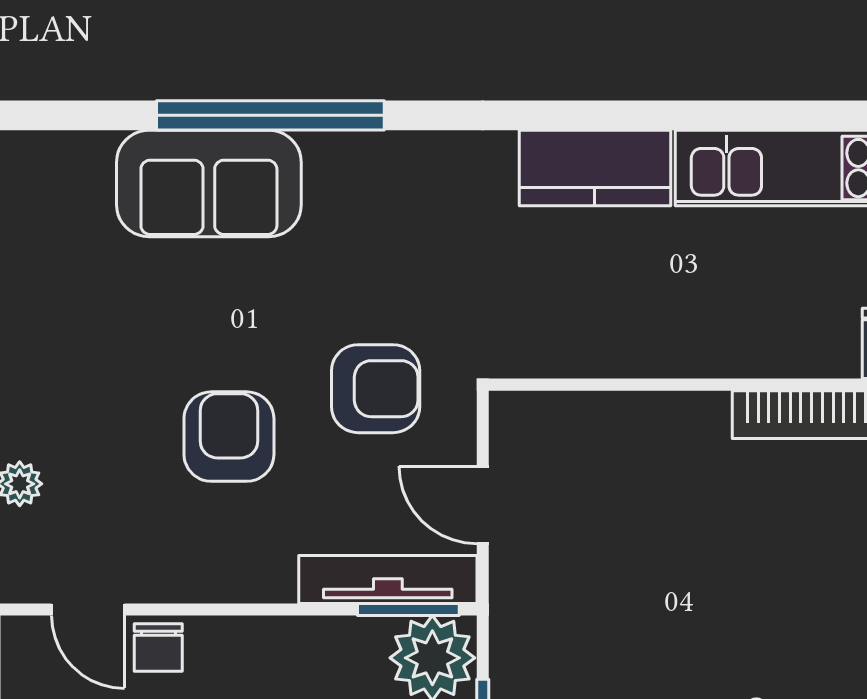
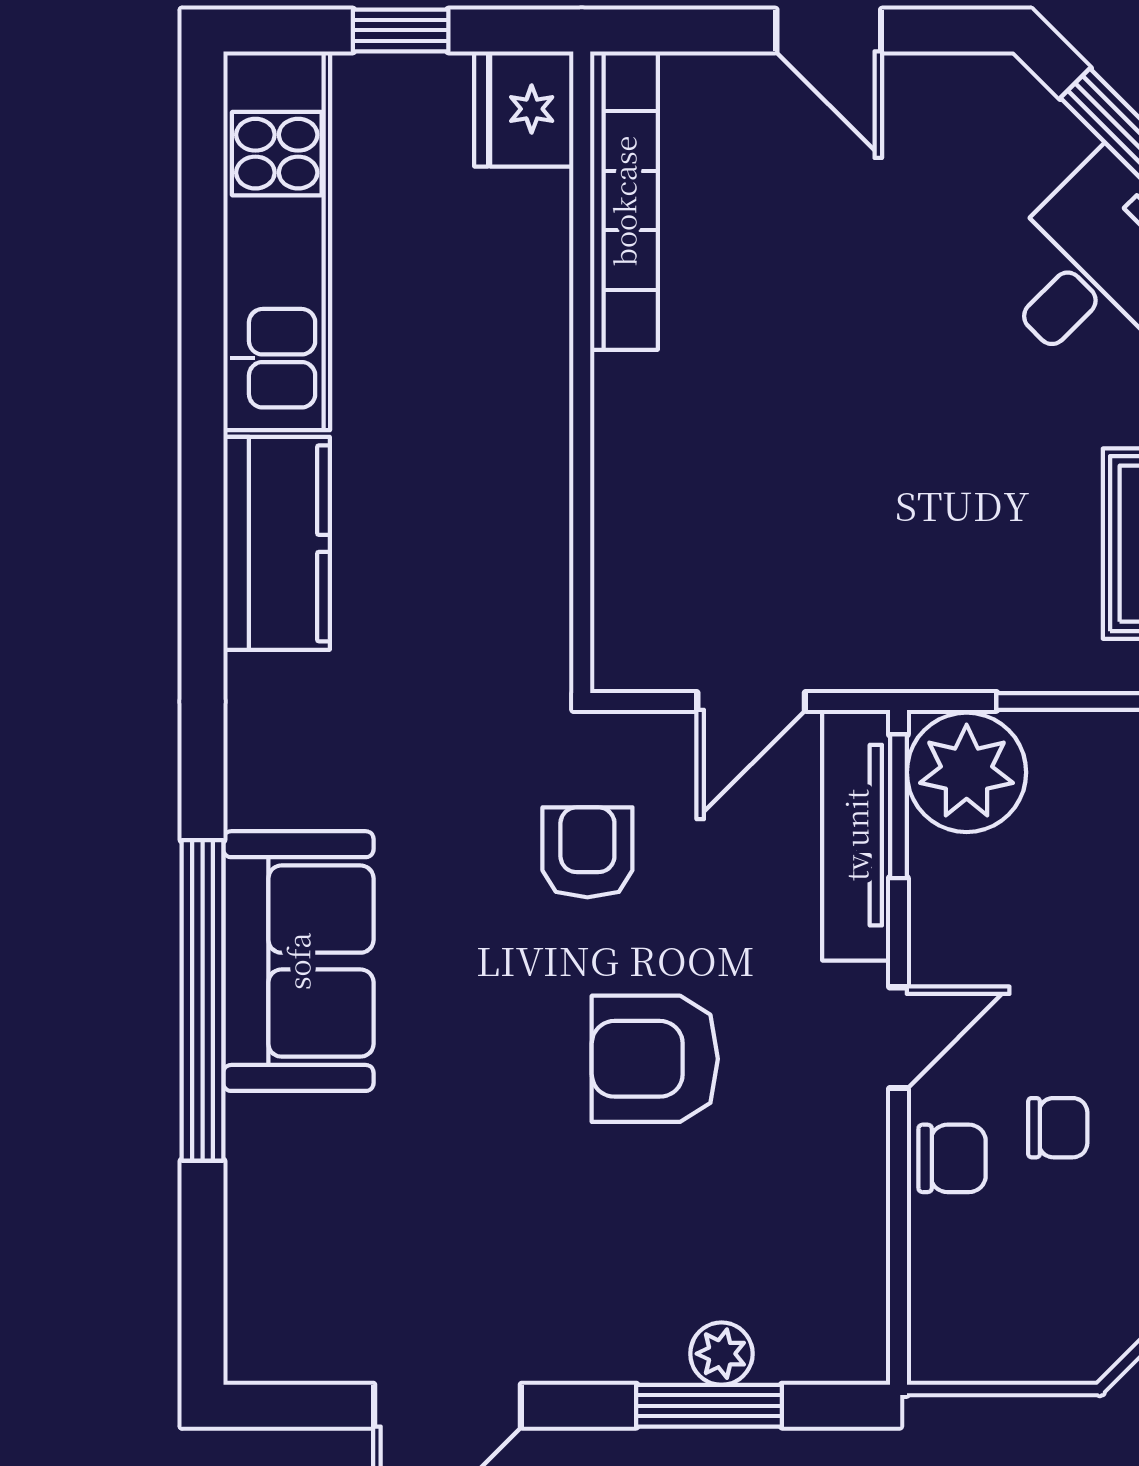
sofa: (209, 183) -> (298, 961), moved
armchair: (376, 389) -> (587, 852), width x0.72, depth x0.72
door: (88, 610) -> (898, 1038), moved

